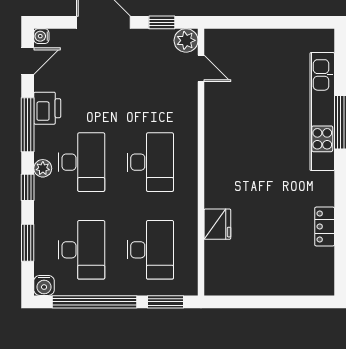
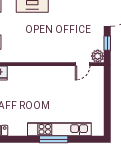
desk: (150, 162) -> (32, 37), removed

